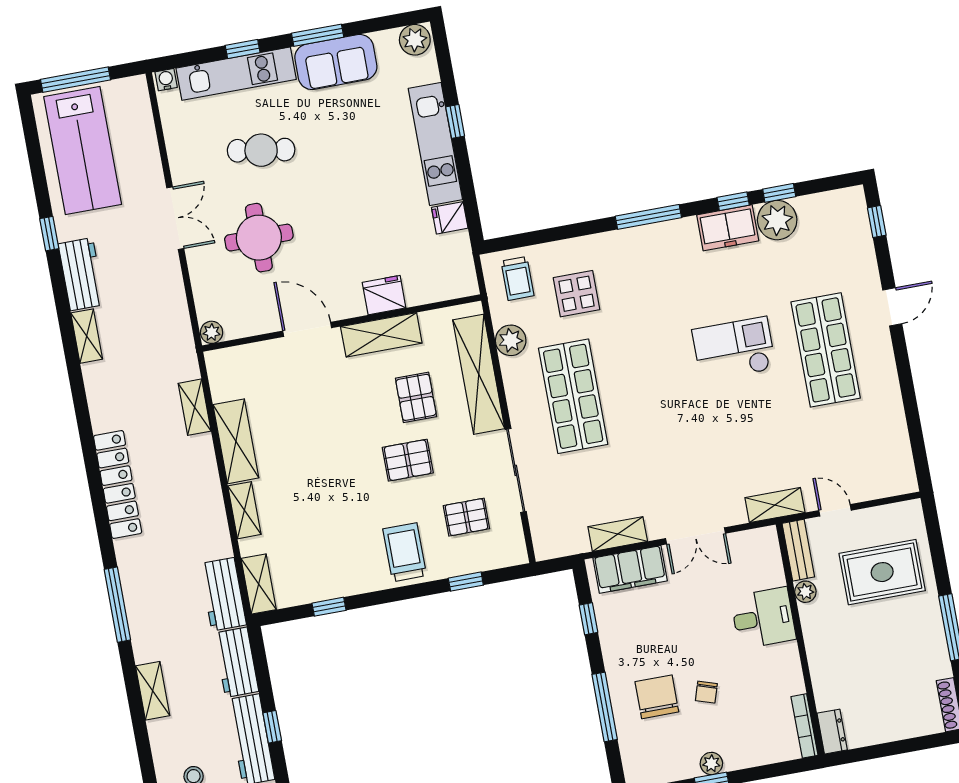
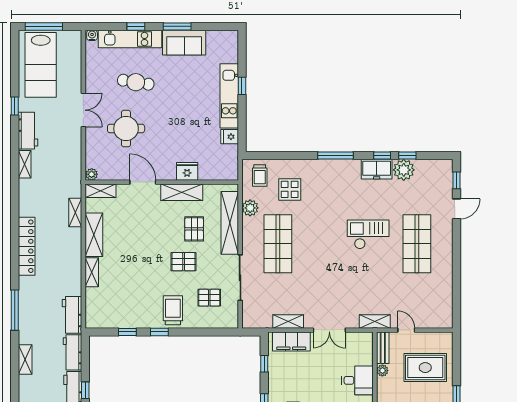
plant: (415, 40) -> (228, 38), removed
door: (892, 307) -> (457, 209), moved
window: (466, 582) -> (159, 332), moved
shelving: (259, 584) -> (100, 191), moved, turned 90

